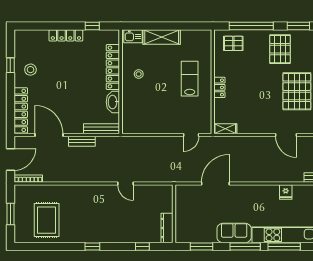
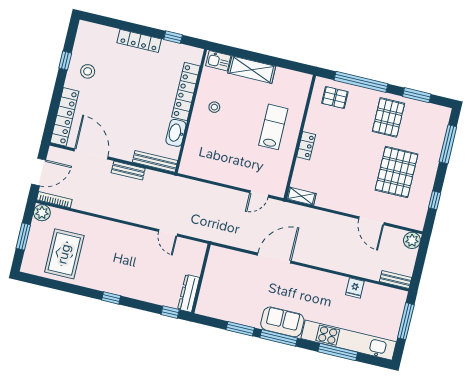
plant: (21, 191) -> (42, 213), added
wall: (174, 214) -> (201, 279), moved
dresser: (167, 228) -> (189, 293), moved
window: (245, 246) -> (279, 338), moved

